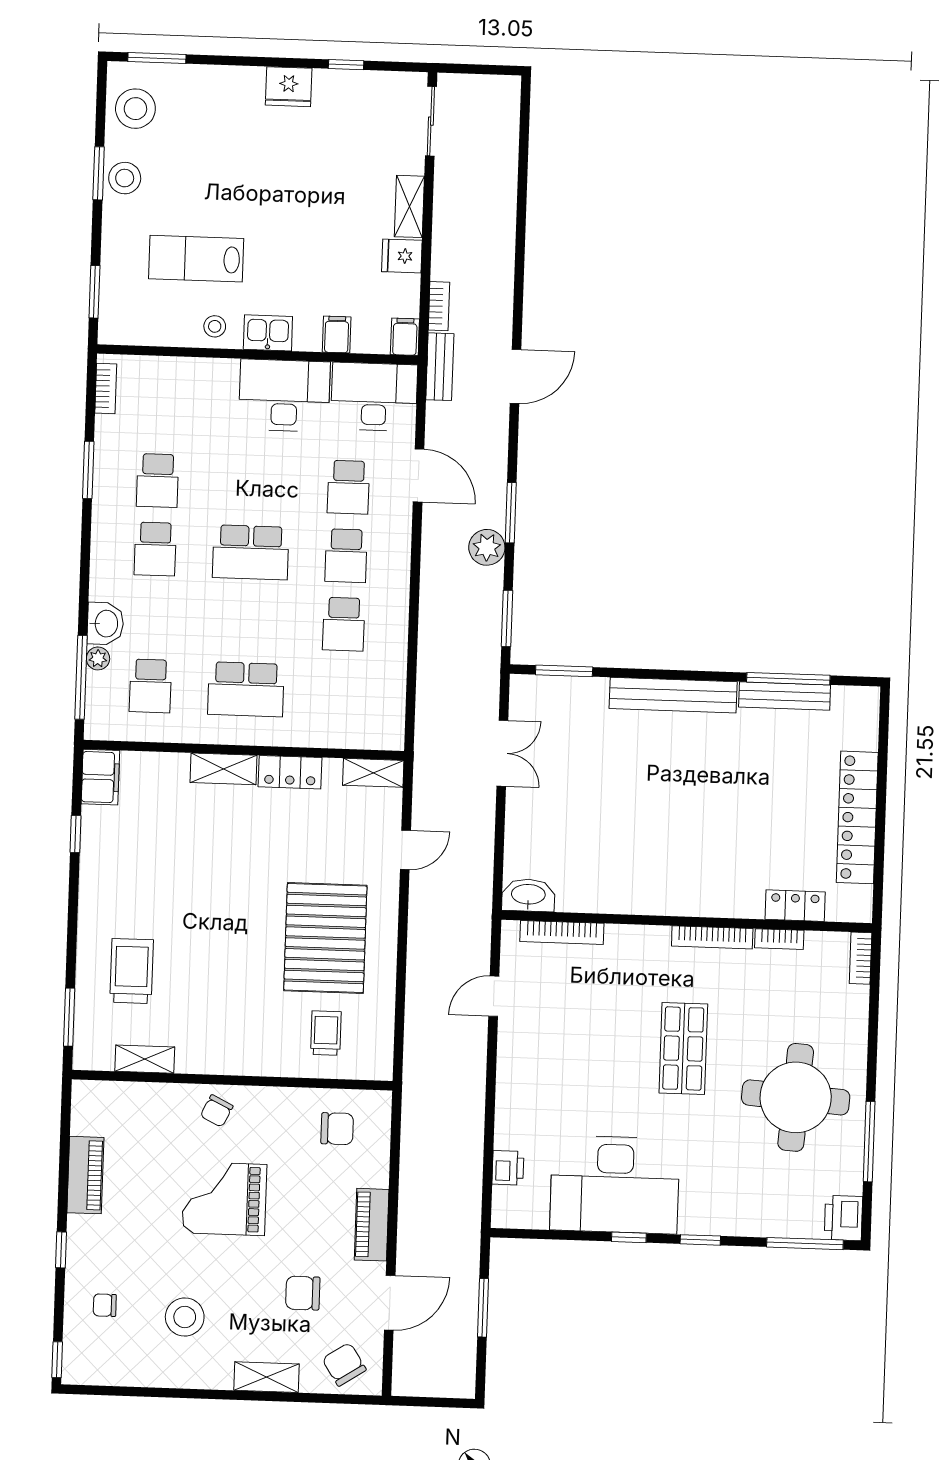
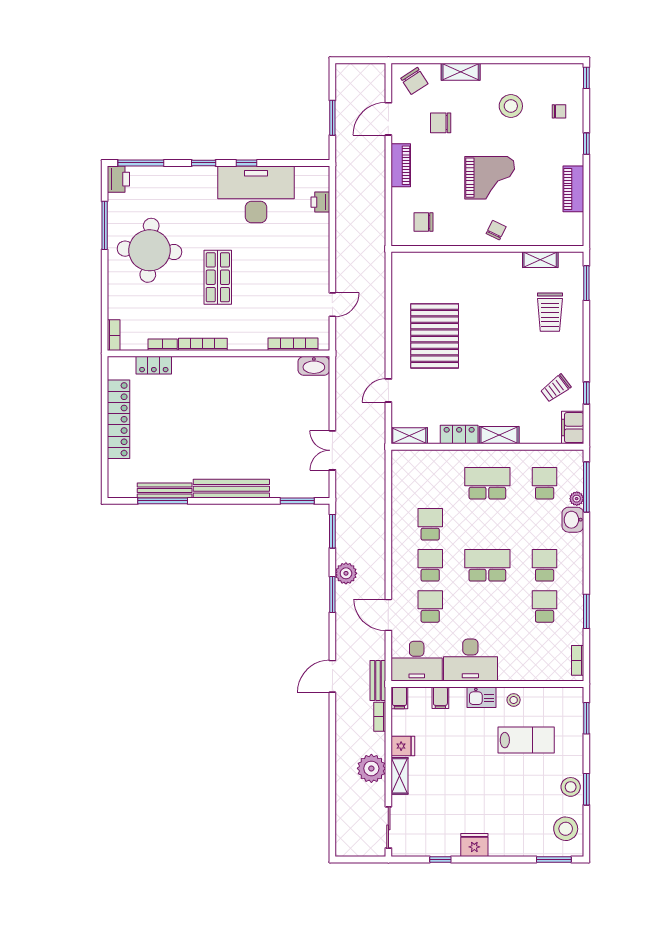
plant: (456, 220) -> (371, 768), added
trolley: (326, 1033) -> (556, 388), moved, turned 53
chair: (303, 1293) -> (441, 123), turned 180

